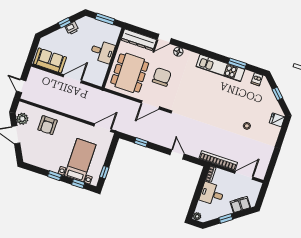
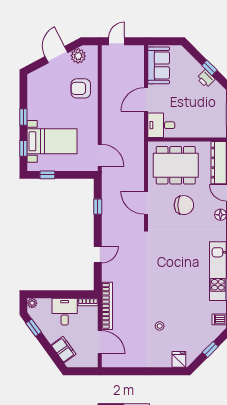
desk: (102, 52) -> (161, 125), moved, turned 90
door: (72, 79) -> (146, 99), swing flipped
window: (226, 218) -> (34, 328), moved

